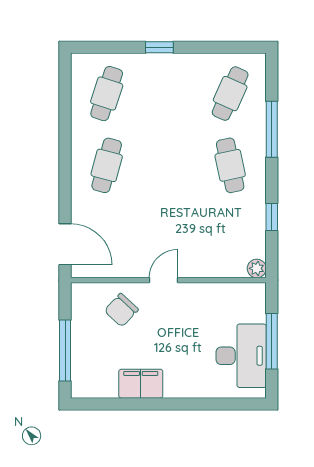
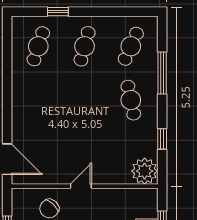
window: (159, 47) -> (58, 12), moved
cafe table: (107, 165) -> (85, 46), moved
plant: (257, 268) -> (145, 171), width x1.88, depth x1.88

